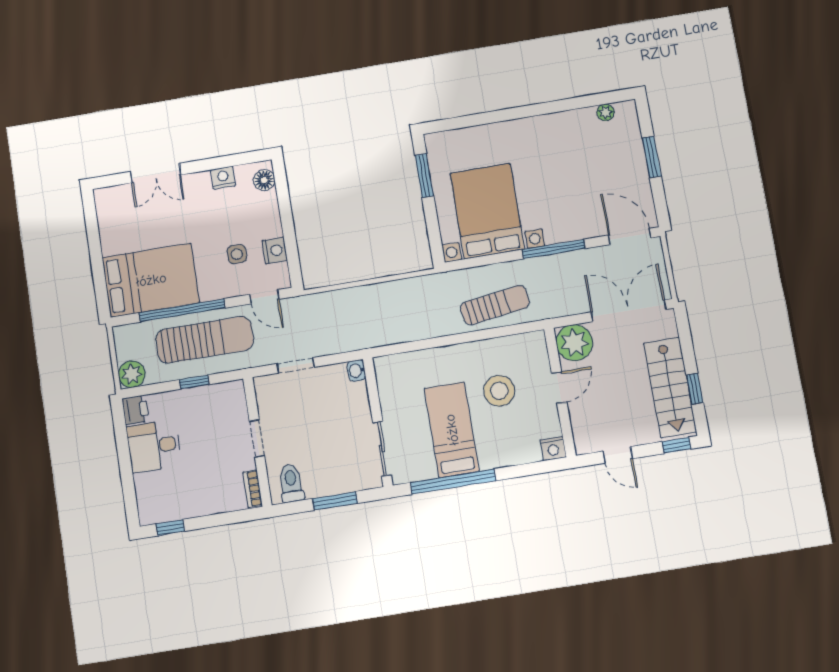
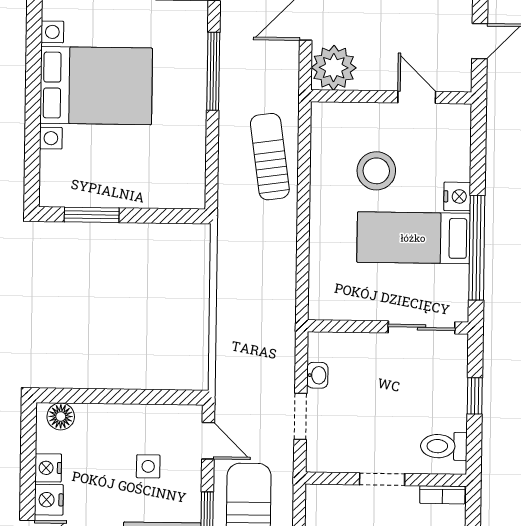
bed with nightstands: (487, 211) -> (96, 86), moved, turned 180
nightstand: (275, 251) -> (49, 500), moved, turned -90
door: (264, 297) -> (208, 441), hinge flipped
washbasin: (356, 371) -> (317, 375), moved, turned -90
door: (559, 387) -> (417, 97), moved
nightstand: (553, 449) -> (457, 196), moved
window: (335, 501) -> (475, 396), width x0.67

